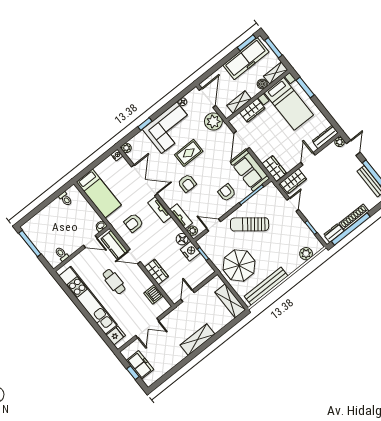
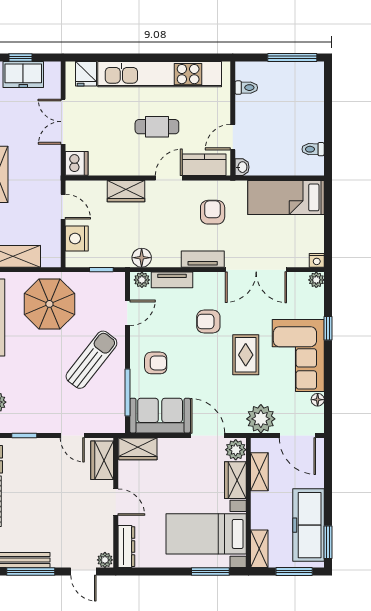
boiler: (262, 84) -> (259, 520), removed
plant: (238, 122) -> (236, 450), added
nightstand: (190, 251) -> (77, 238), moved, turned 90
dishwasher: (154, 294) -> (77, 163), moved, turned 90

